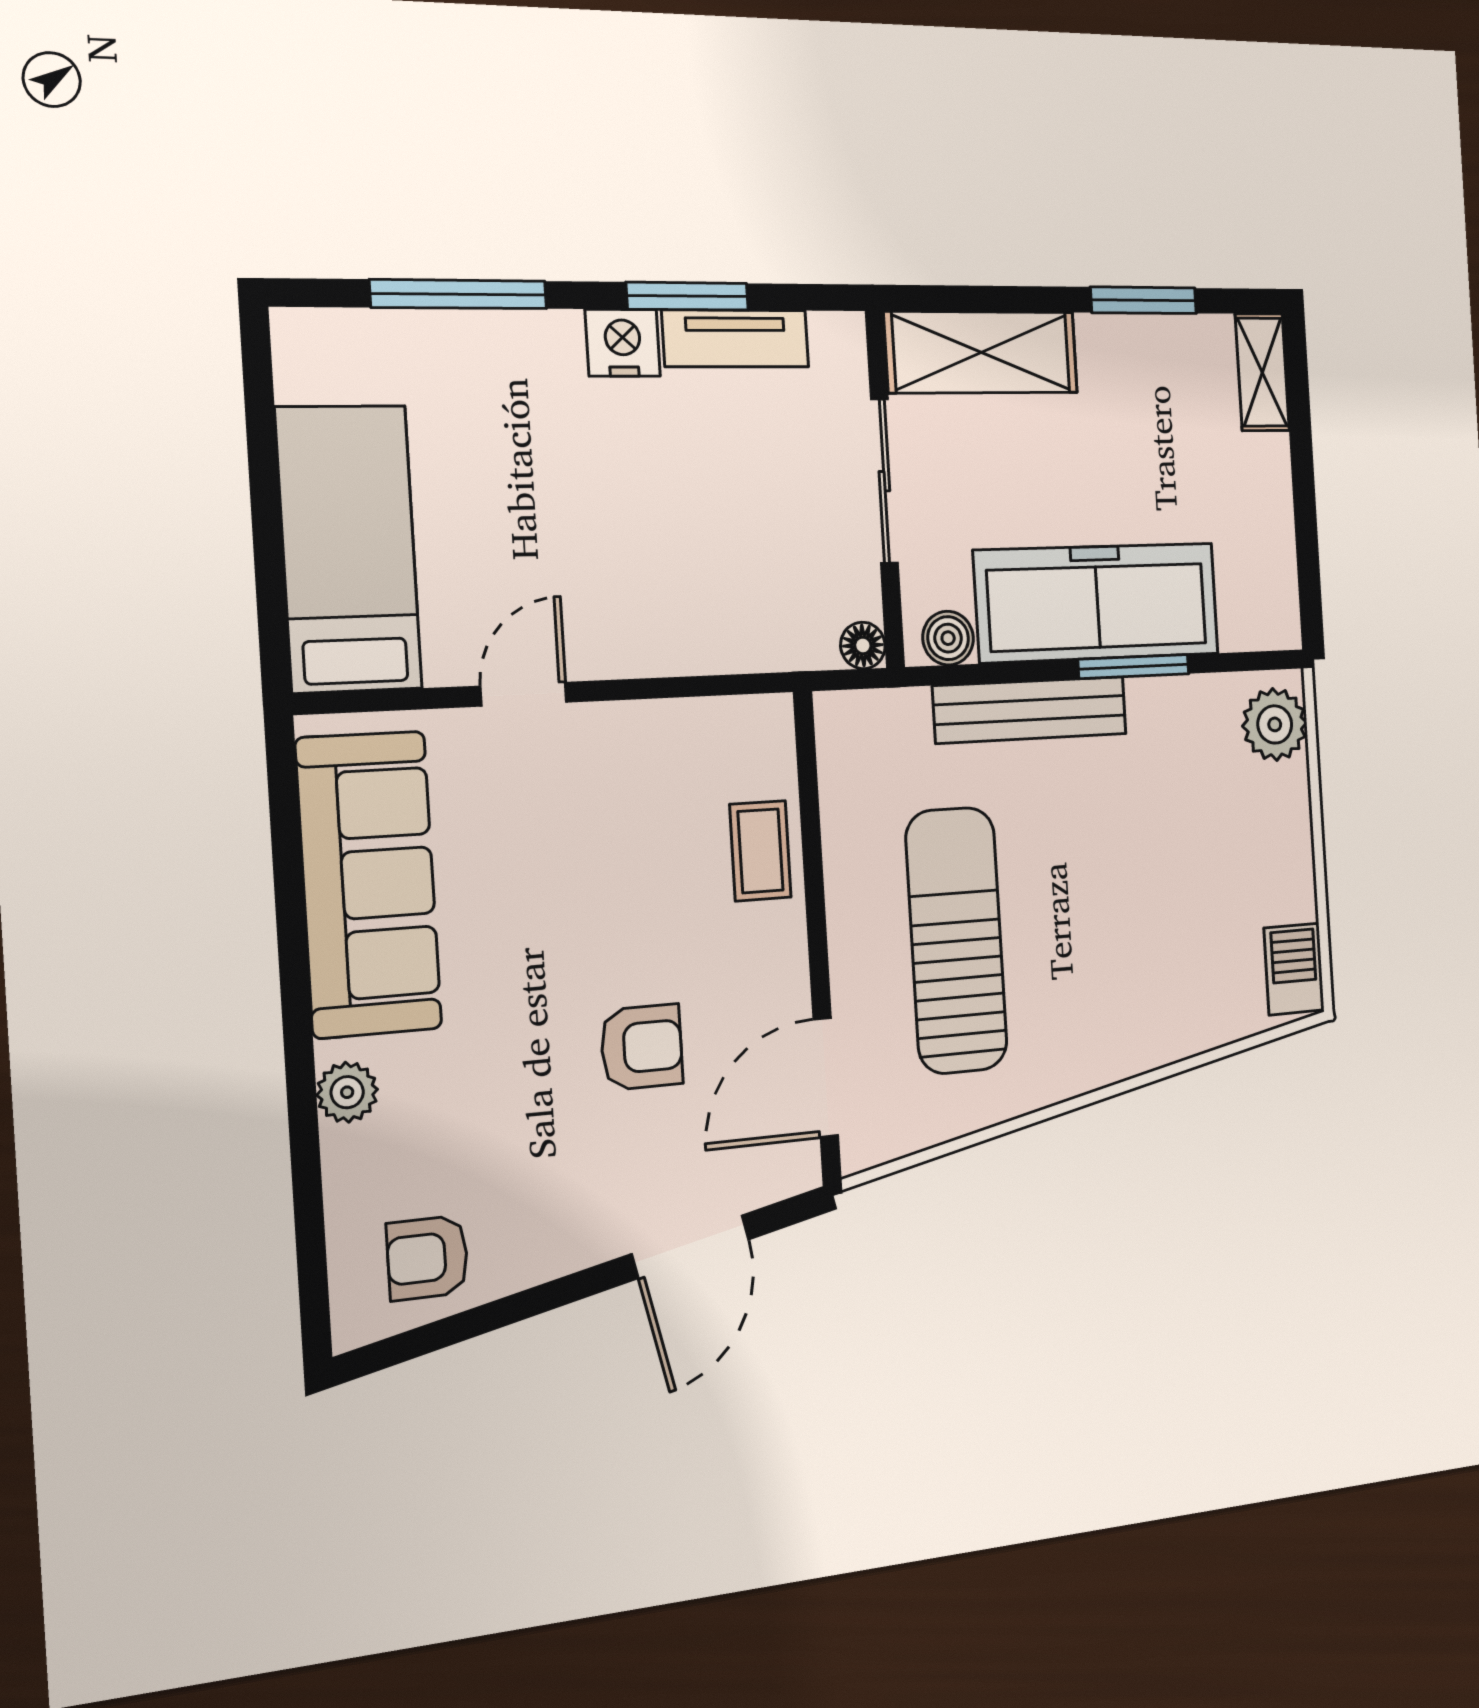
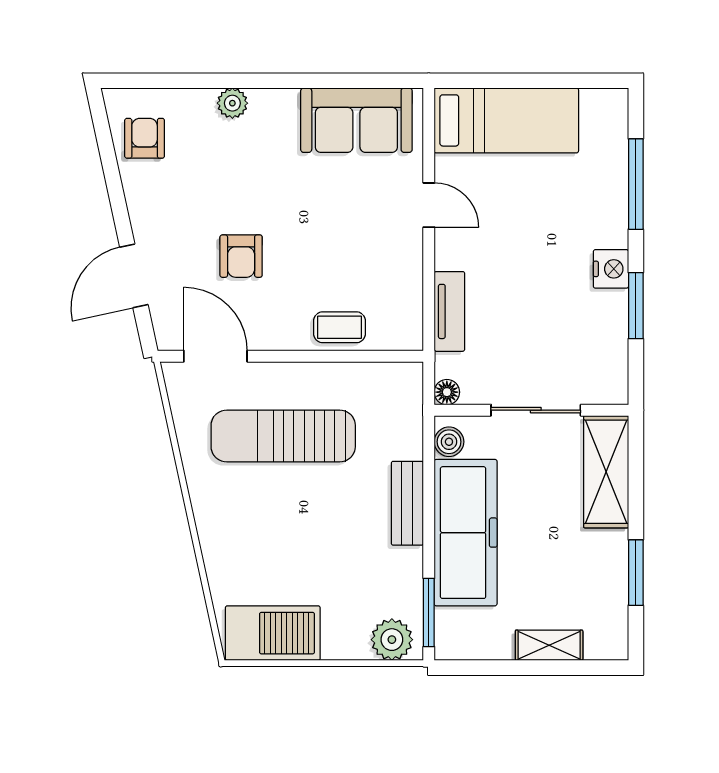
tv unit: (736, 338) -> (449, 311), moved, turned 180
shelving: (1262, 372) -> (549, 645), moved
window: (1134, 667) -> (429, 613), moved
bench: (1030, 710) -> (407, 503), width x0.73
sofa: (369, 884) -> (356, 120), width x0.73
sun lounger: (956, 940) -> (283, 436), turned 180
barbecue: (1294, 969) -> (273, 633), width x1.88, depth x1.53
door: (690, 1247) -> (134, 276), hinge flipped

